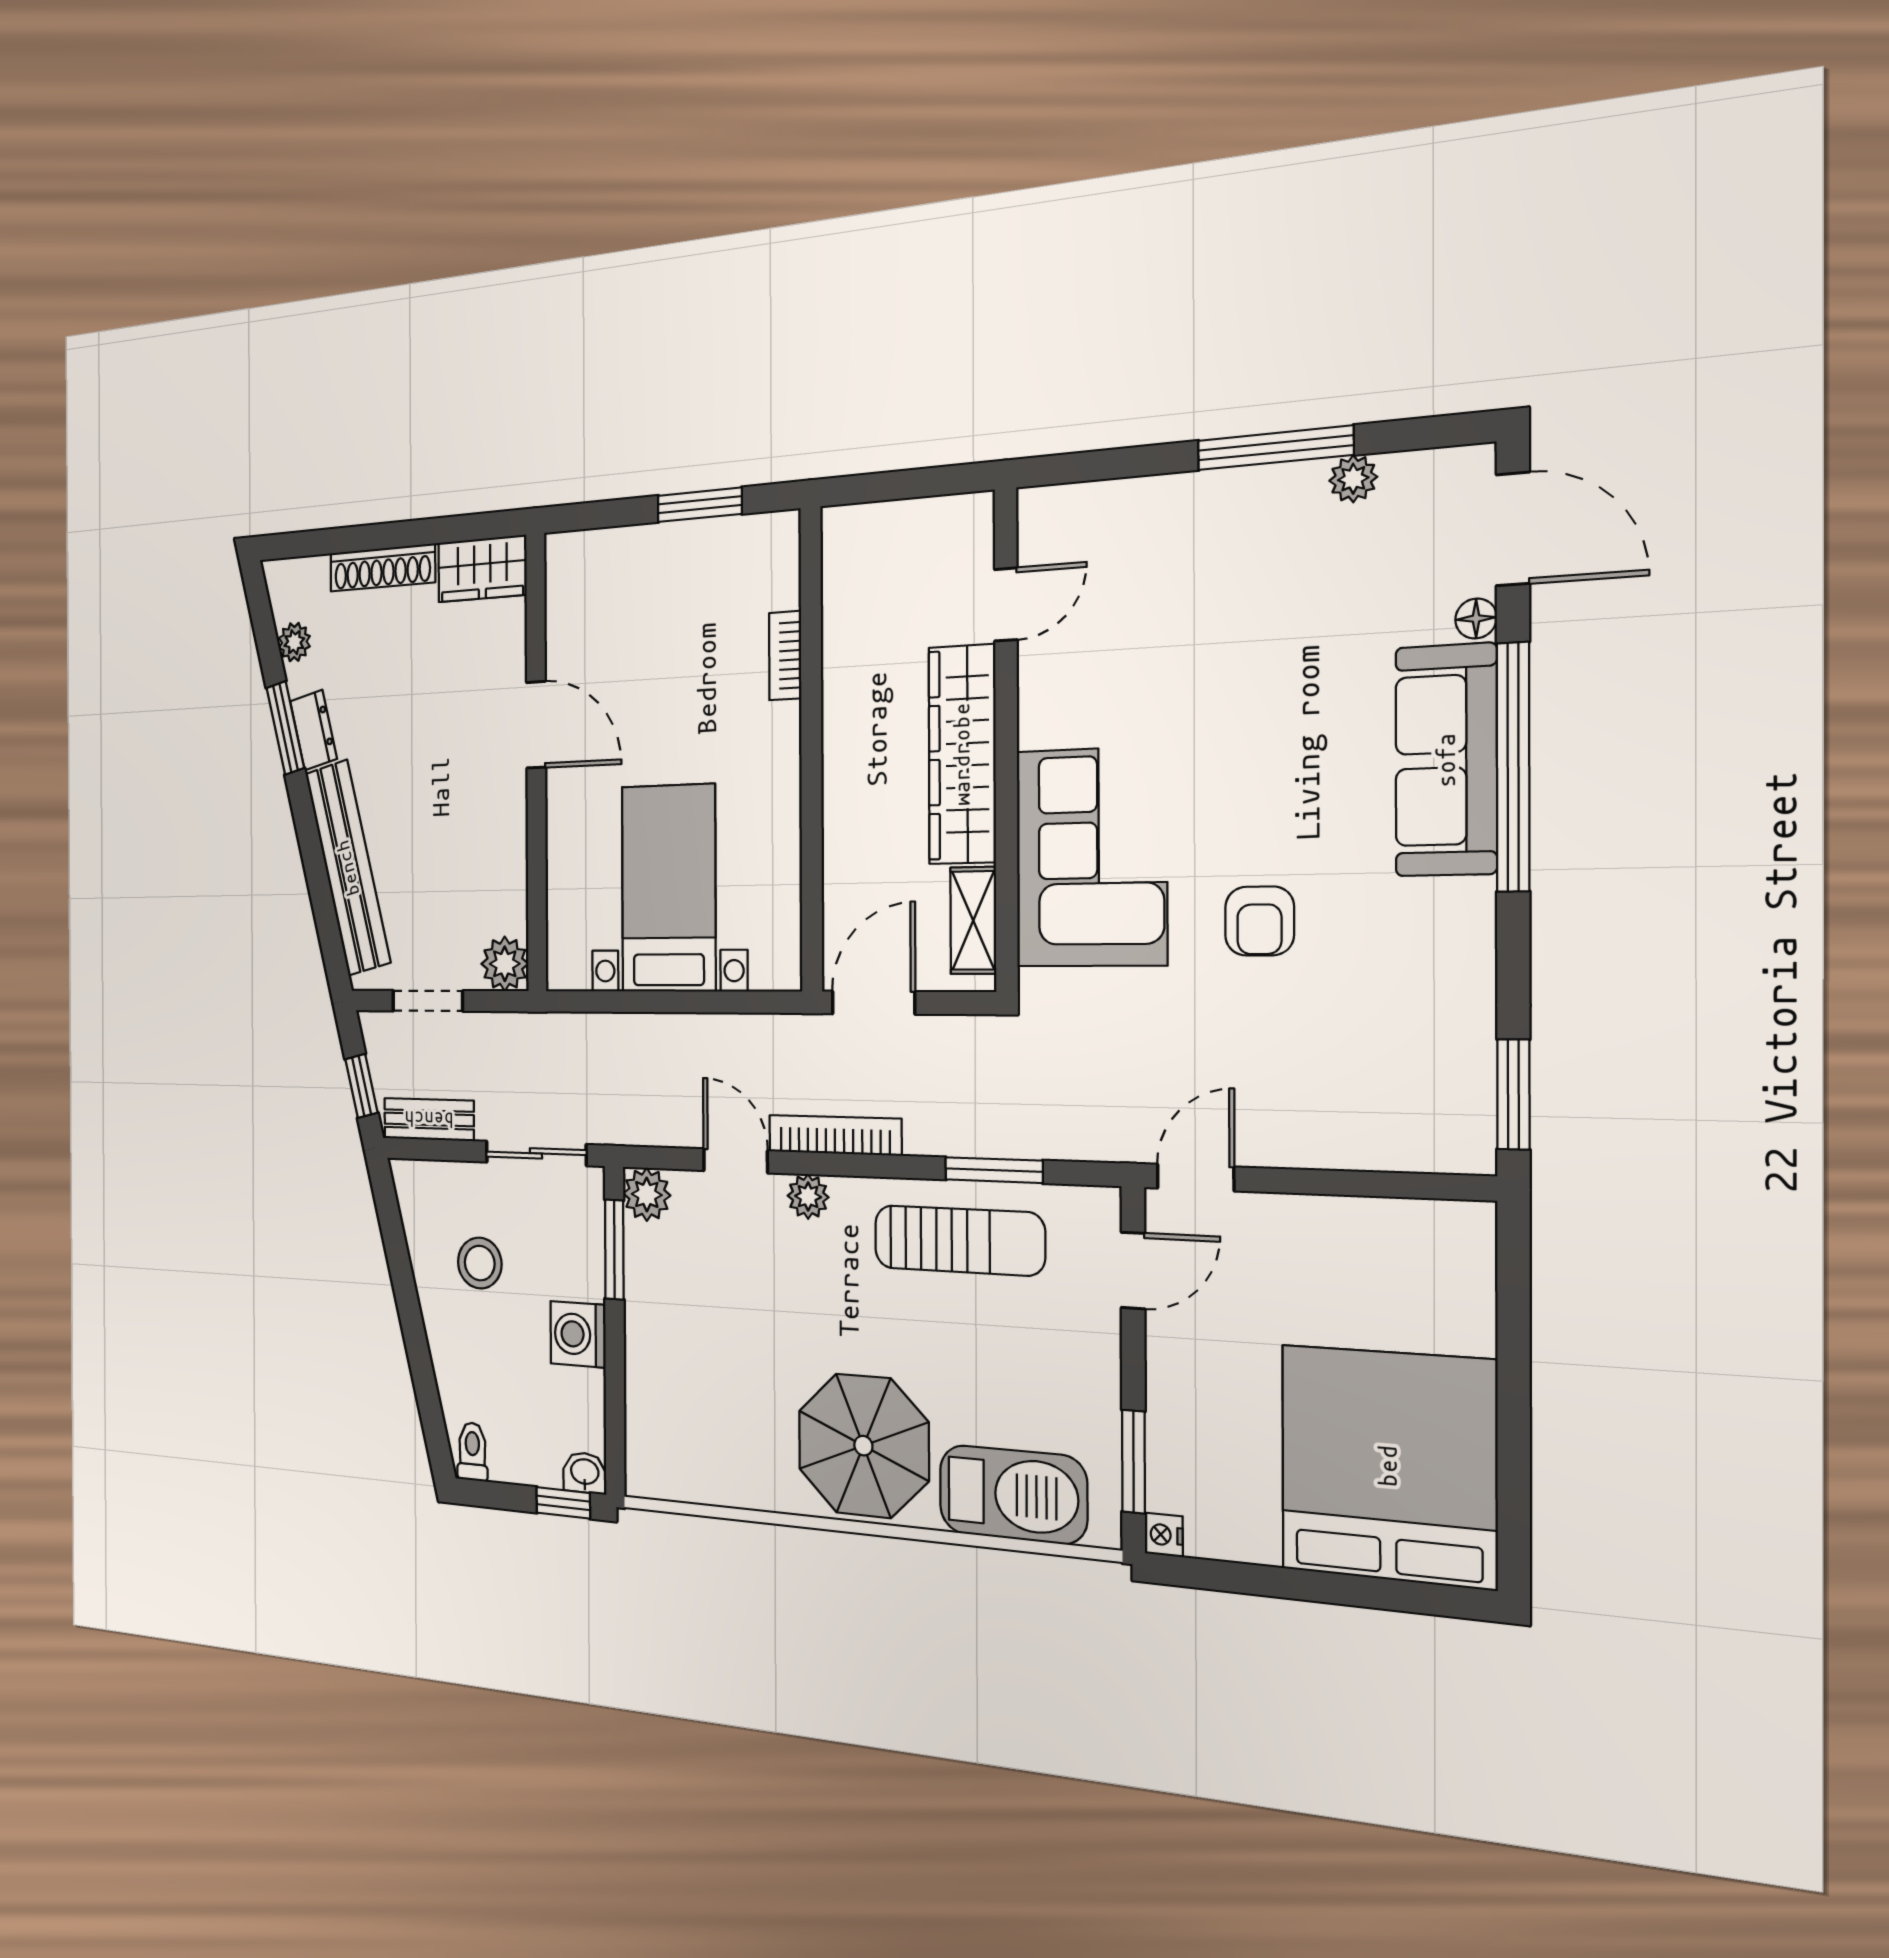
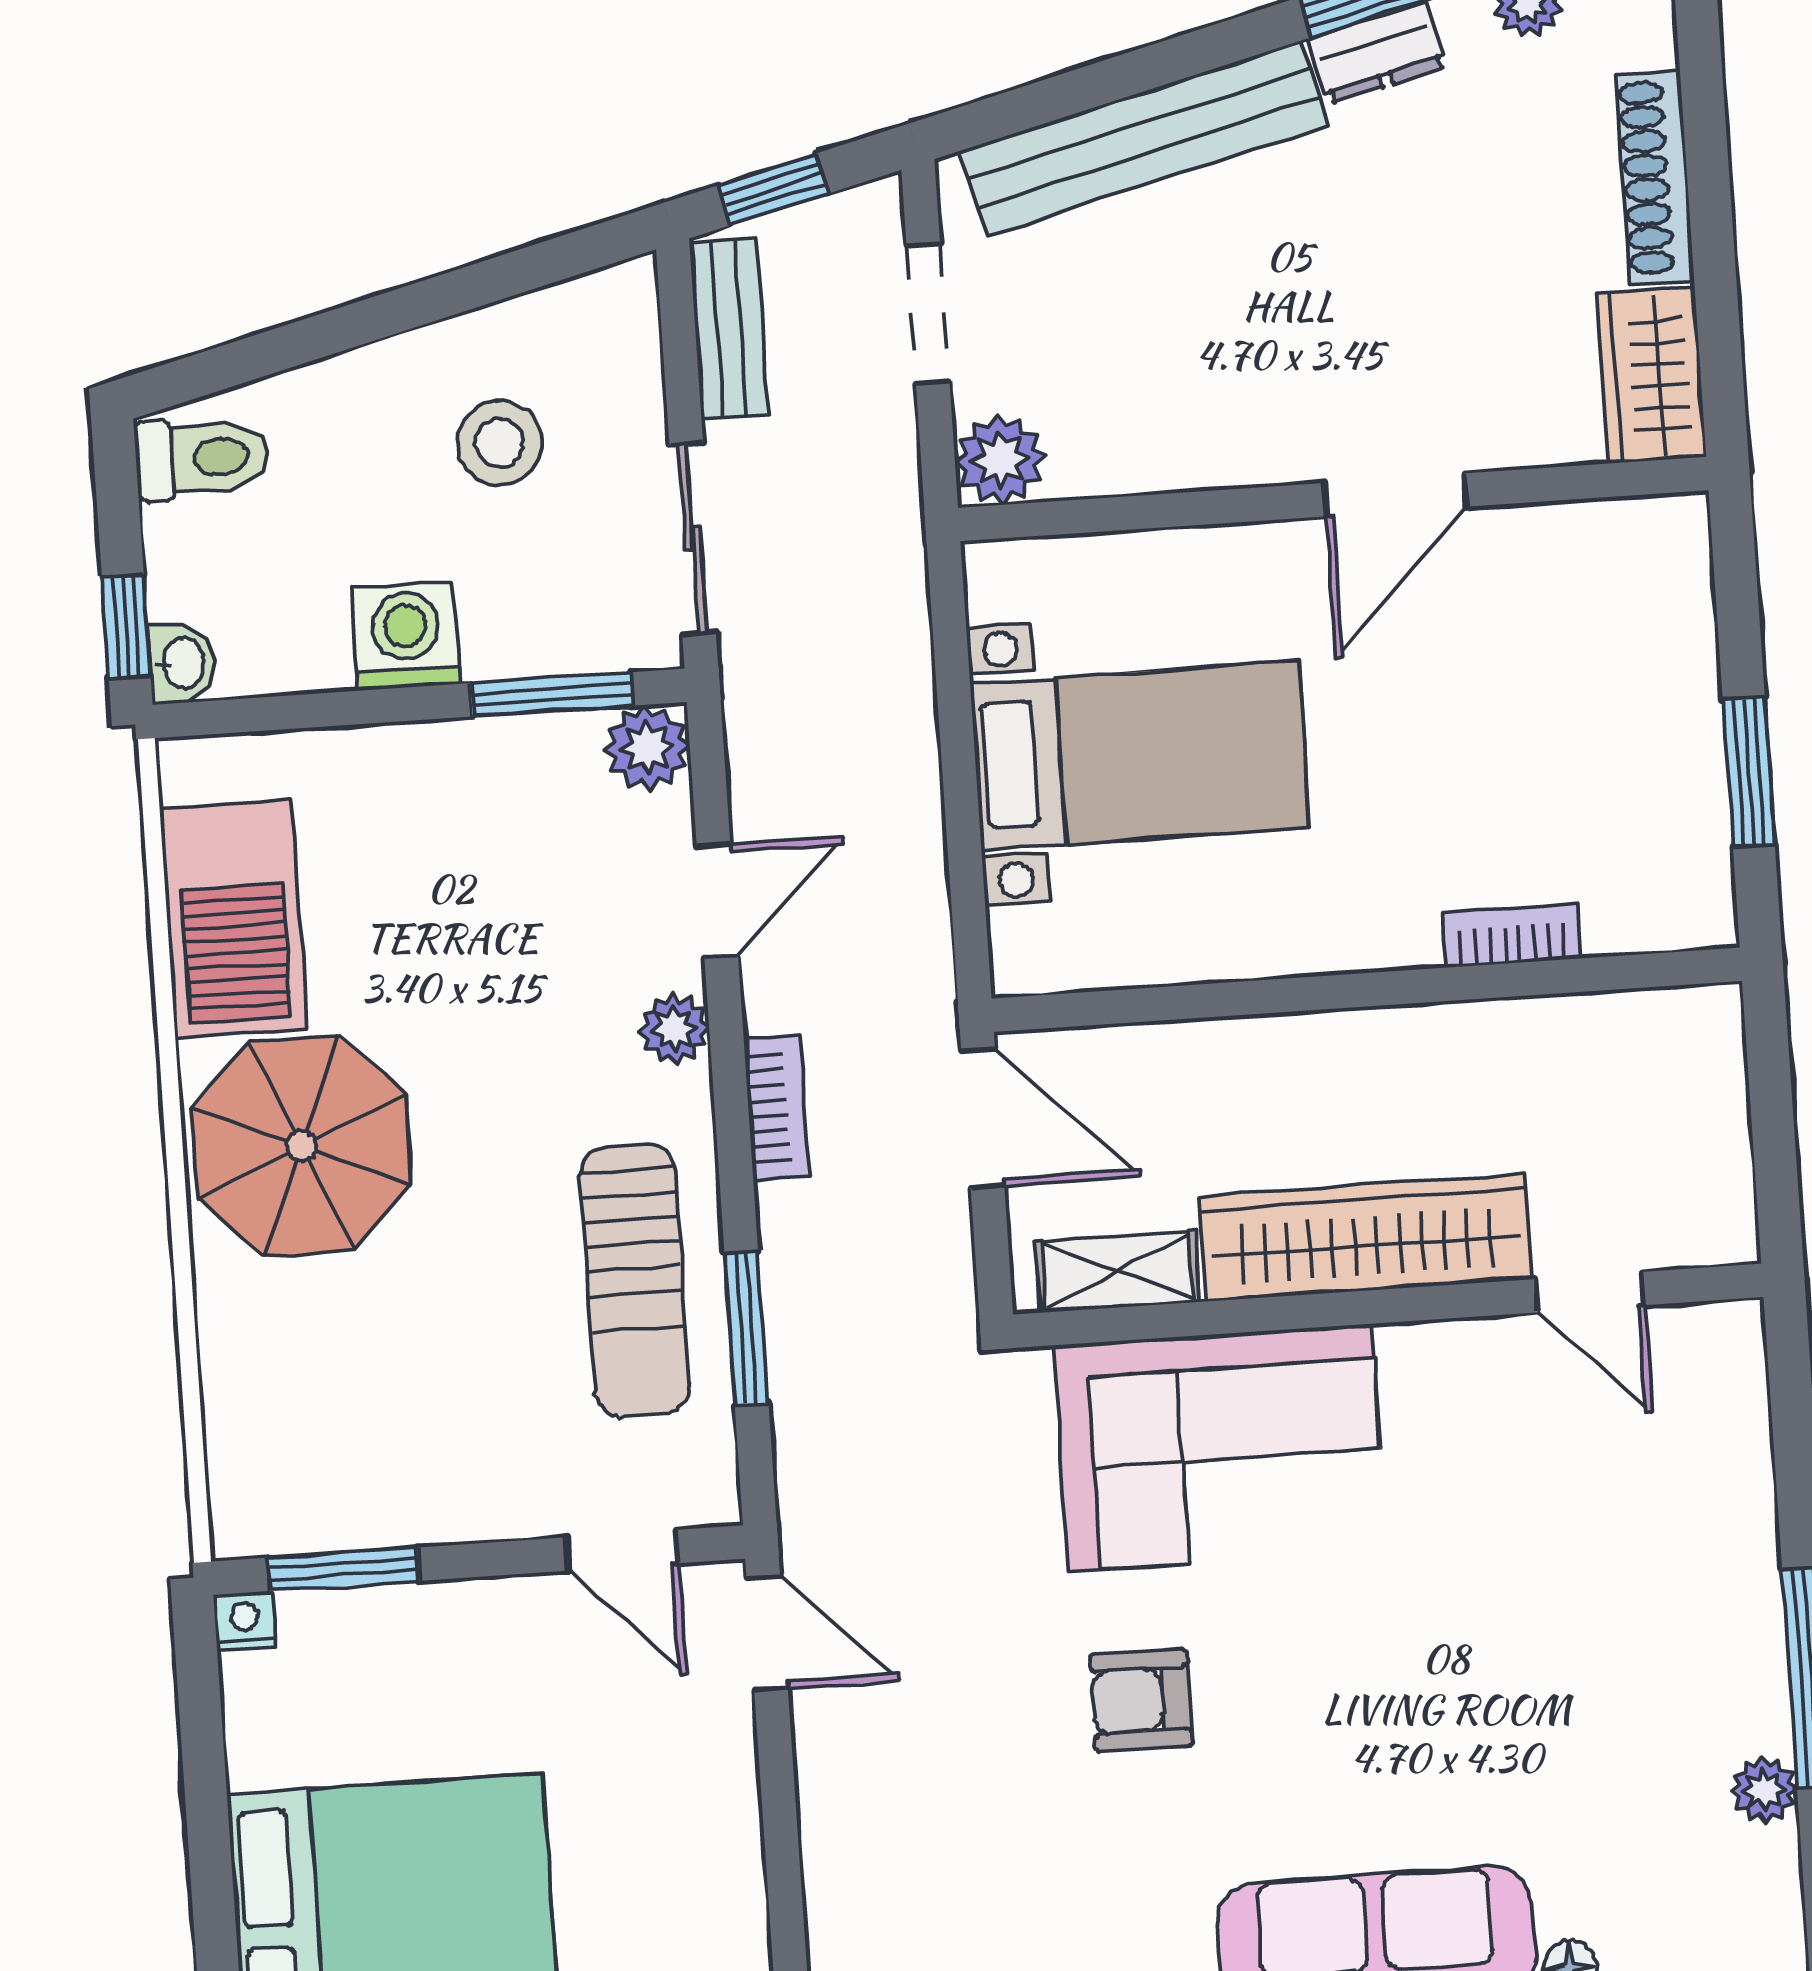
bookcase: (835, 1135) -> (776, 1108), width x0.64
toilet: (472, 1452) -> (202, 458), width x1.37, depth x1.39
barbecue: (1013, 1495) -> (234, 919), moved

